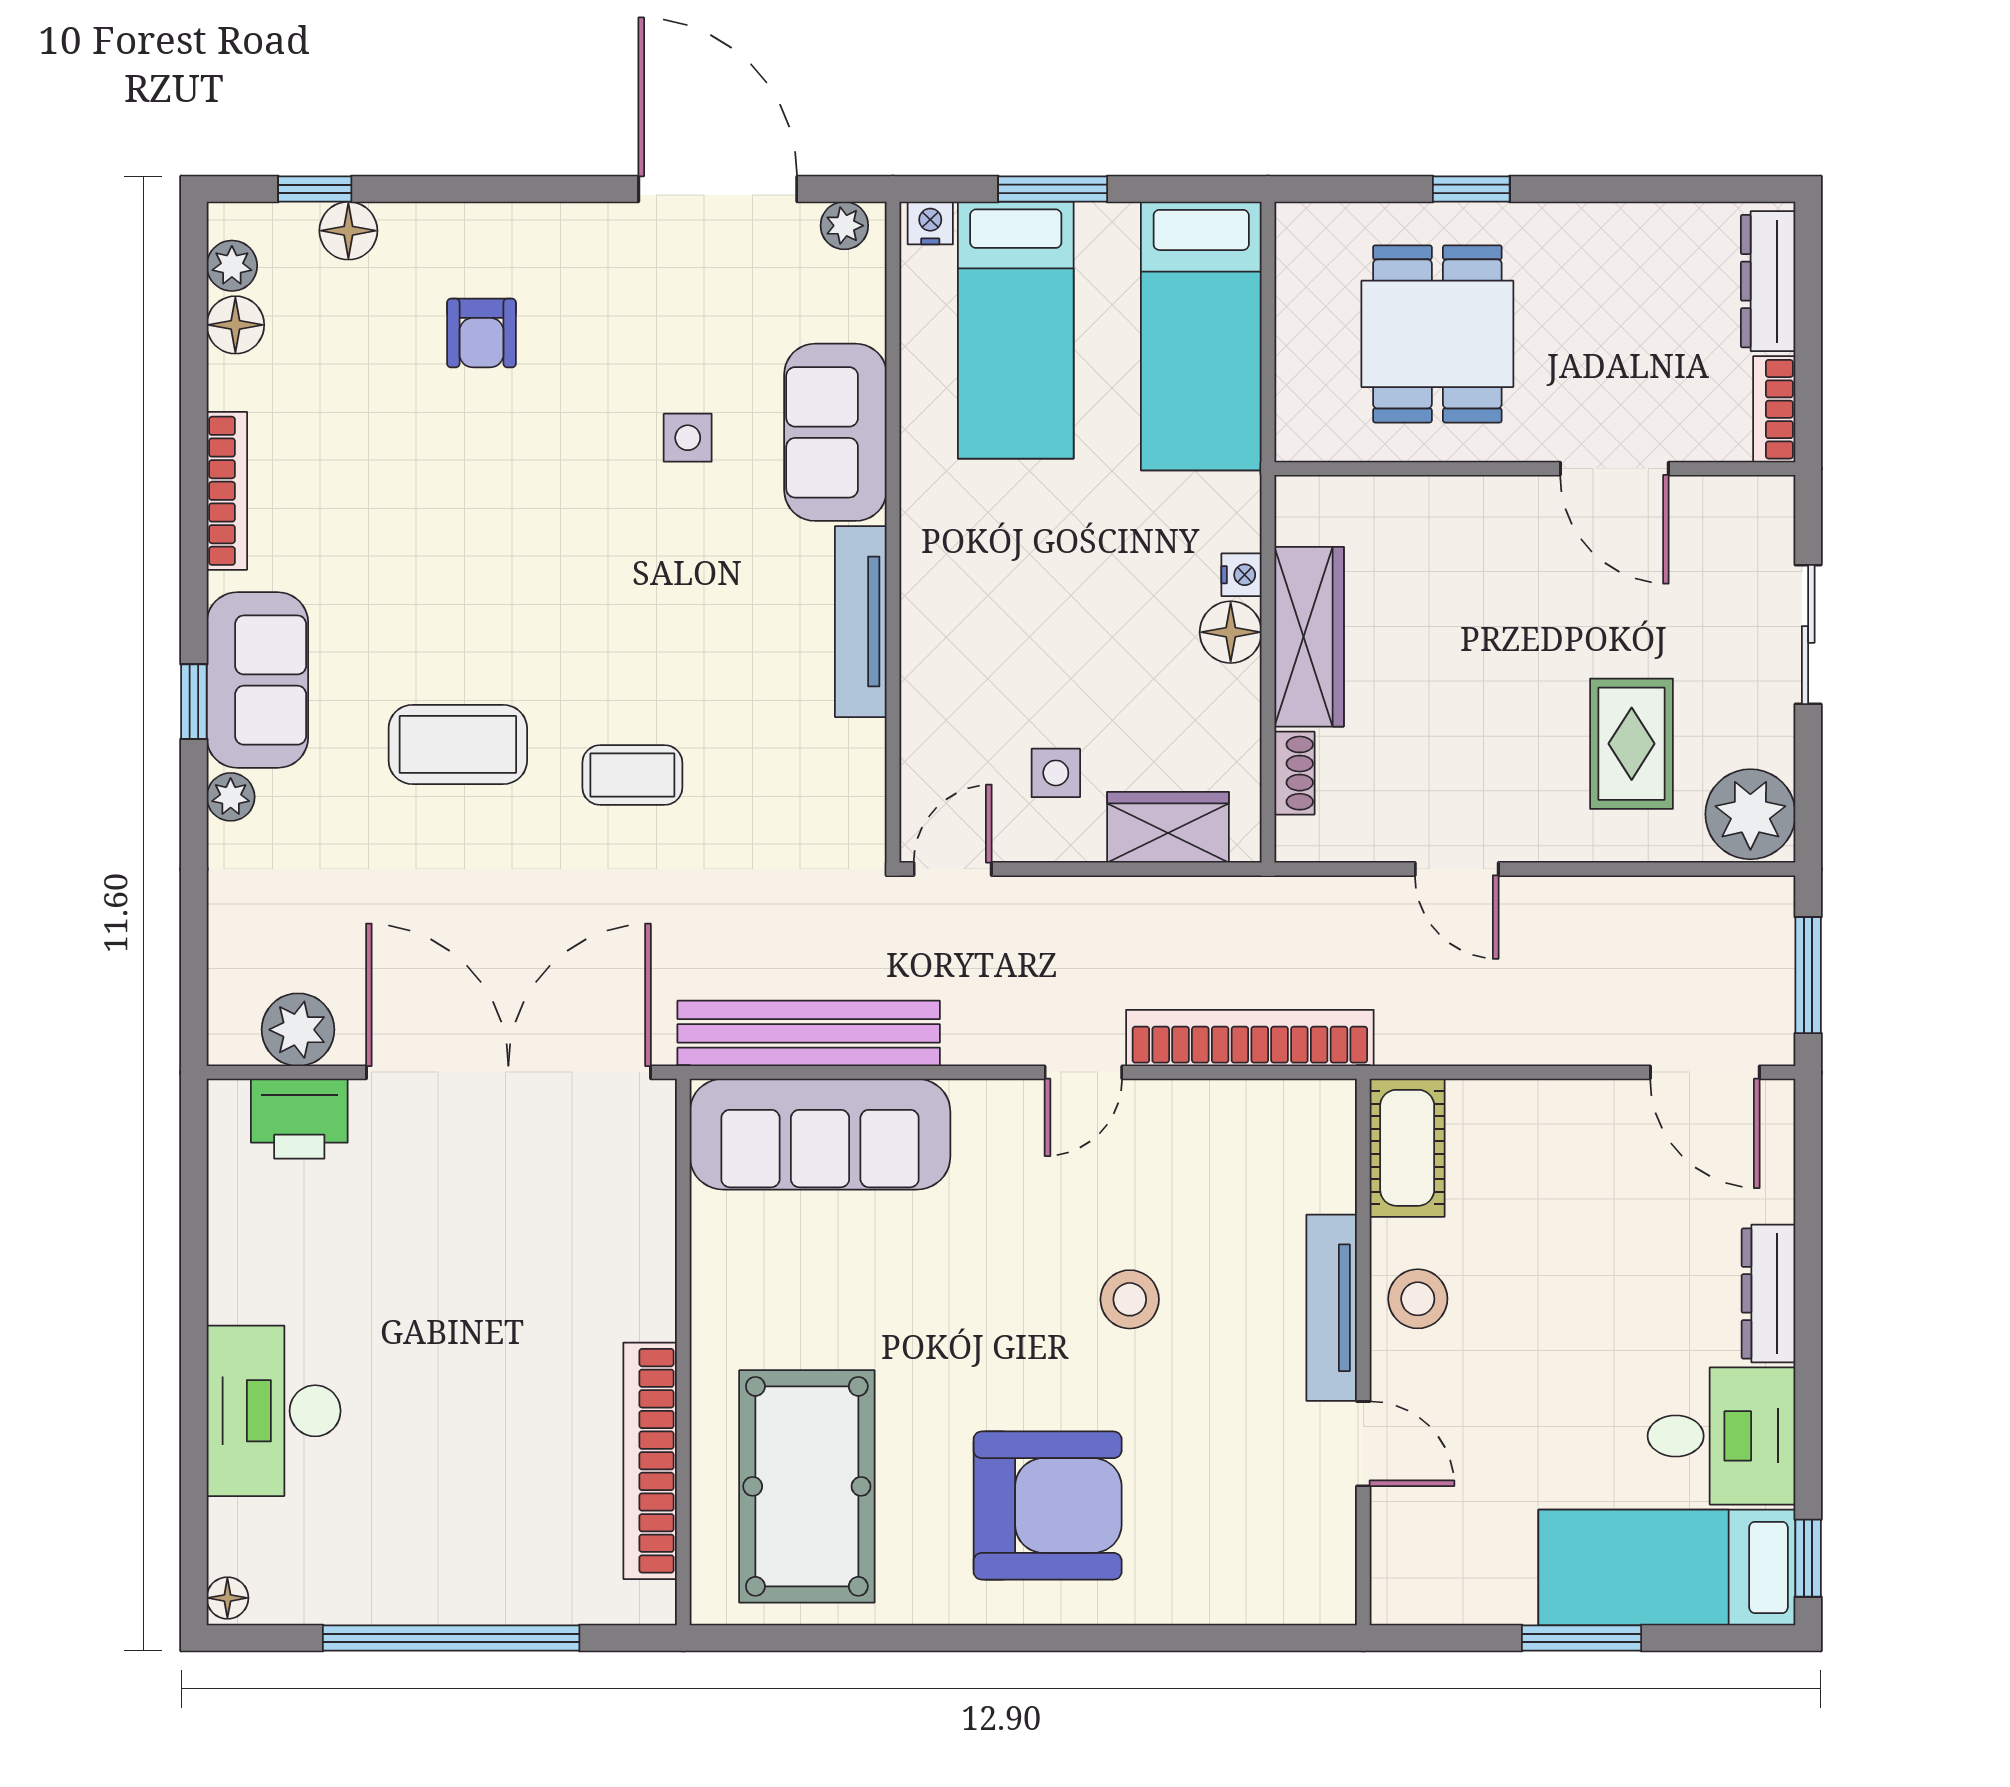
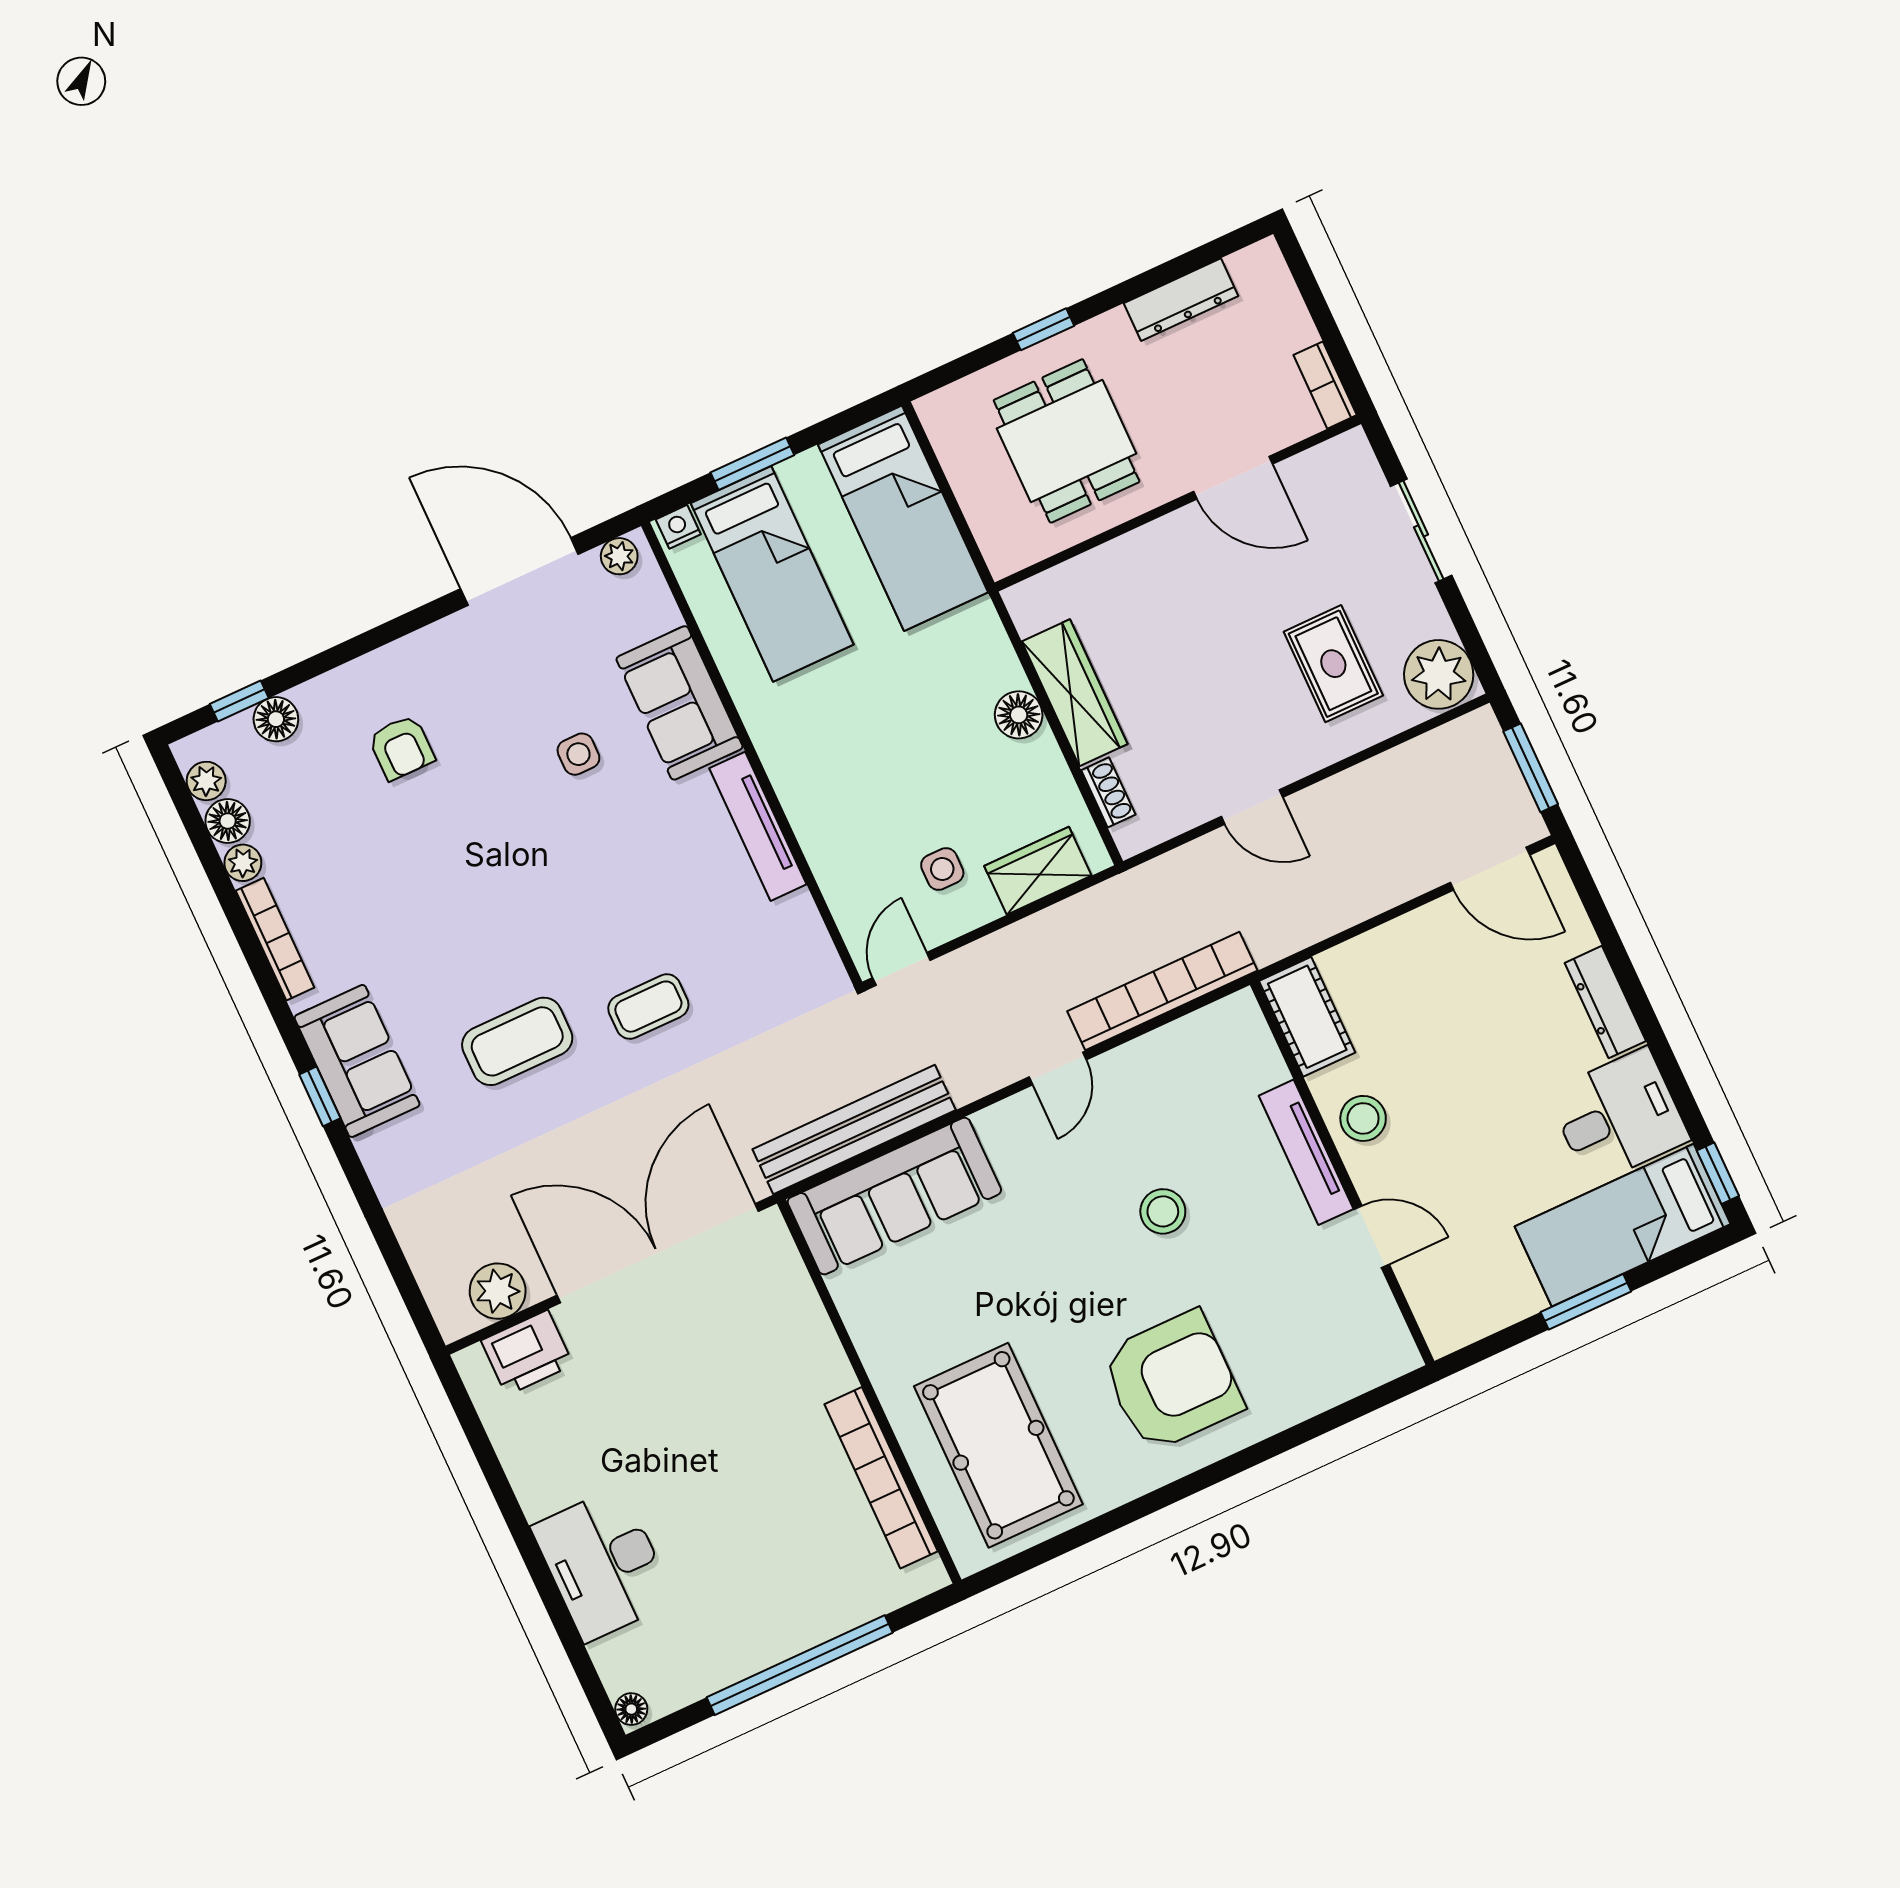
dresser: (1768, 281) -> (1181, 300), moved, turned -90
nightstand: (1241, 575) -> (1008, 671), removed
plant: (231, 797) -> (243, 863), moved

